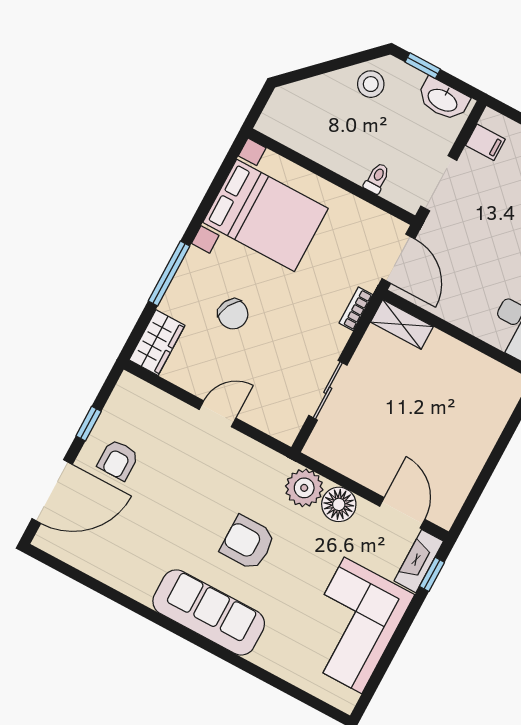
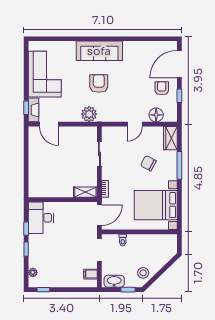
door: (398, 259) -> (99, 215), swing flipped
floor lamp: (339, 504) -> (156, 115), moved
armchair: (248, 543) -> (99, 83), turned -90

